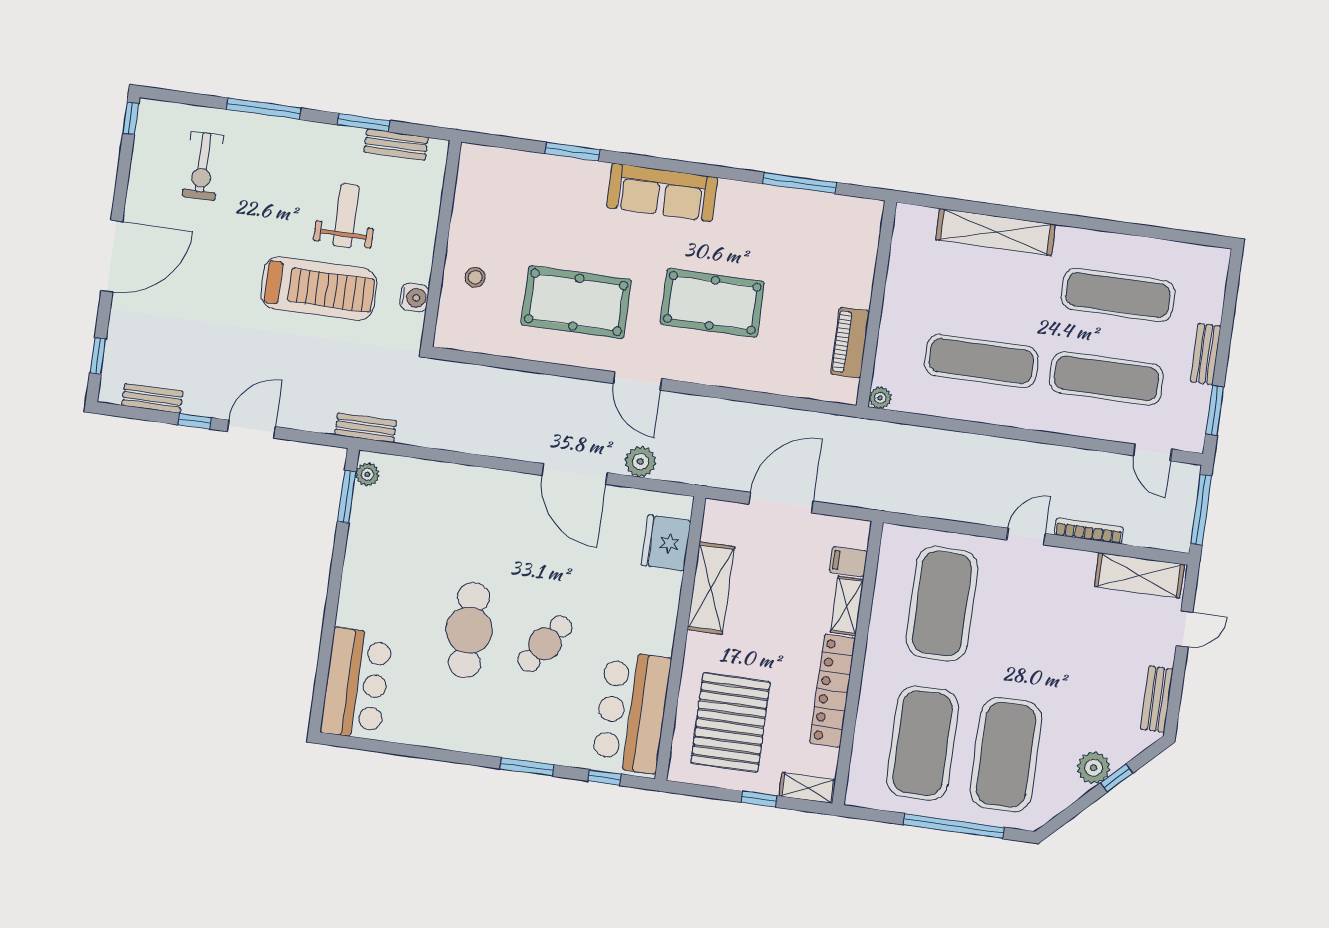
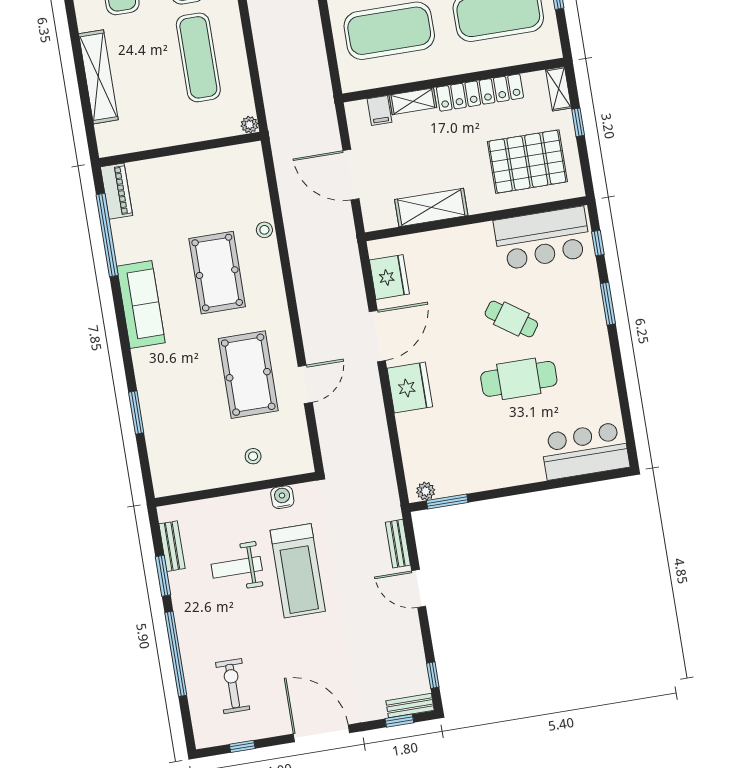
window: (263, 109) -> (176, 654), width x1.46
window: (131, 118) -> (242, 746), moved
exercise bike: (203, 166) -> (233, 686), turned -90
window: (800, 183) -> (107, 235), width x1.46
sofa: (662, 192) -> (141, 304), moved
treadmill: (319, 289) -> (298, 571), turned 180
piano: (850, 343) -> (117, 191), moved, turned -90
stool: (746, 376) -> (264, 230), added
door: (638, 381) -> (305, 384), moved
bench: (152, 398) -> (410, 706), moved, turned 90
window: (195, 421) -> (433, 675), moved
bench: (366, 428) -> (398, 544), moved
plant: (640, 462) -> (353, 290), removed
fridge: (500, 494) -> (410, 388), added
fridge: (666, 543) -> (389, 277), moved, turned -90

